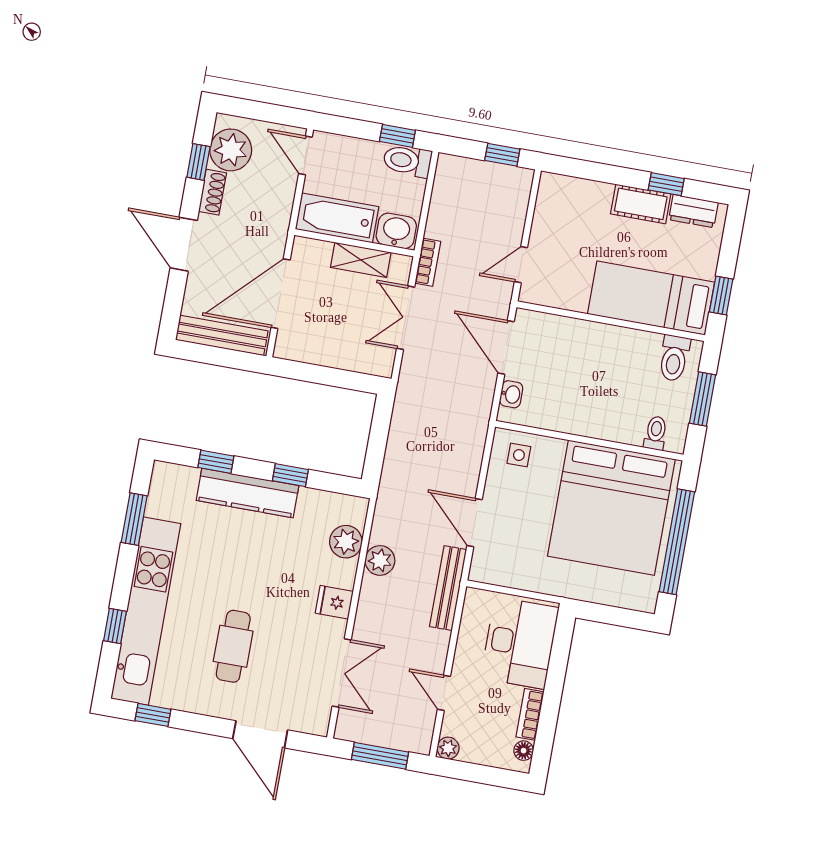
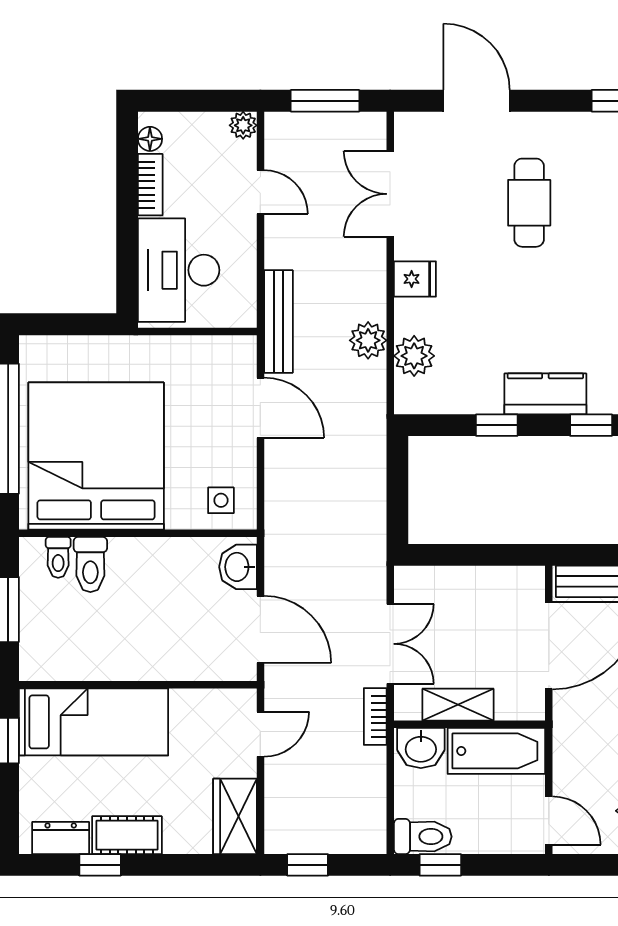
wardrobe: (553, 203) -> (235, 816), added
toilet: (674, 358) -> (90, 565), moved, turned 180
washbasin: (511, 394) -> (238, 567), width x1.38, depth x1.45
kitchen counter: (248, 493) -> (545, 394), width x0.67

